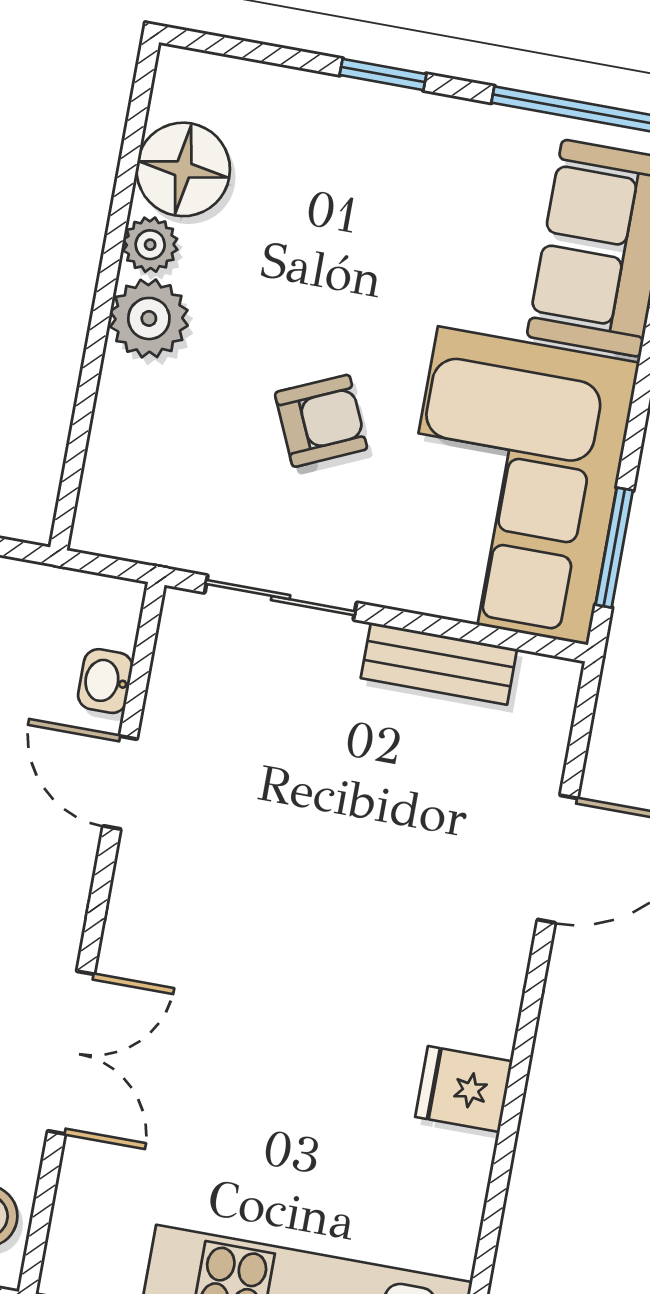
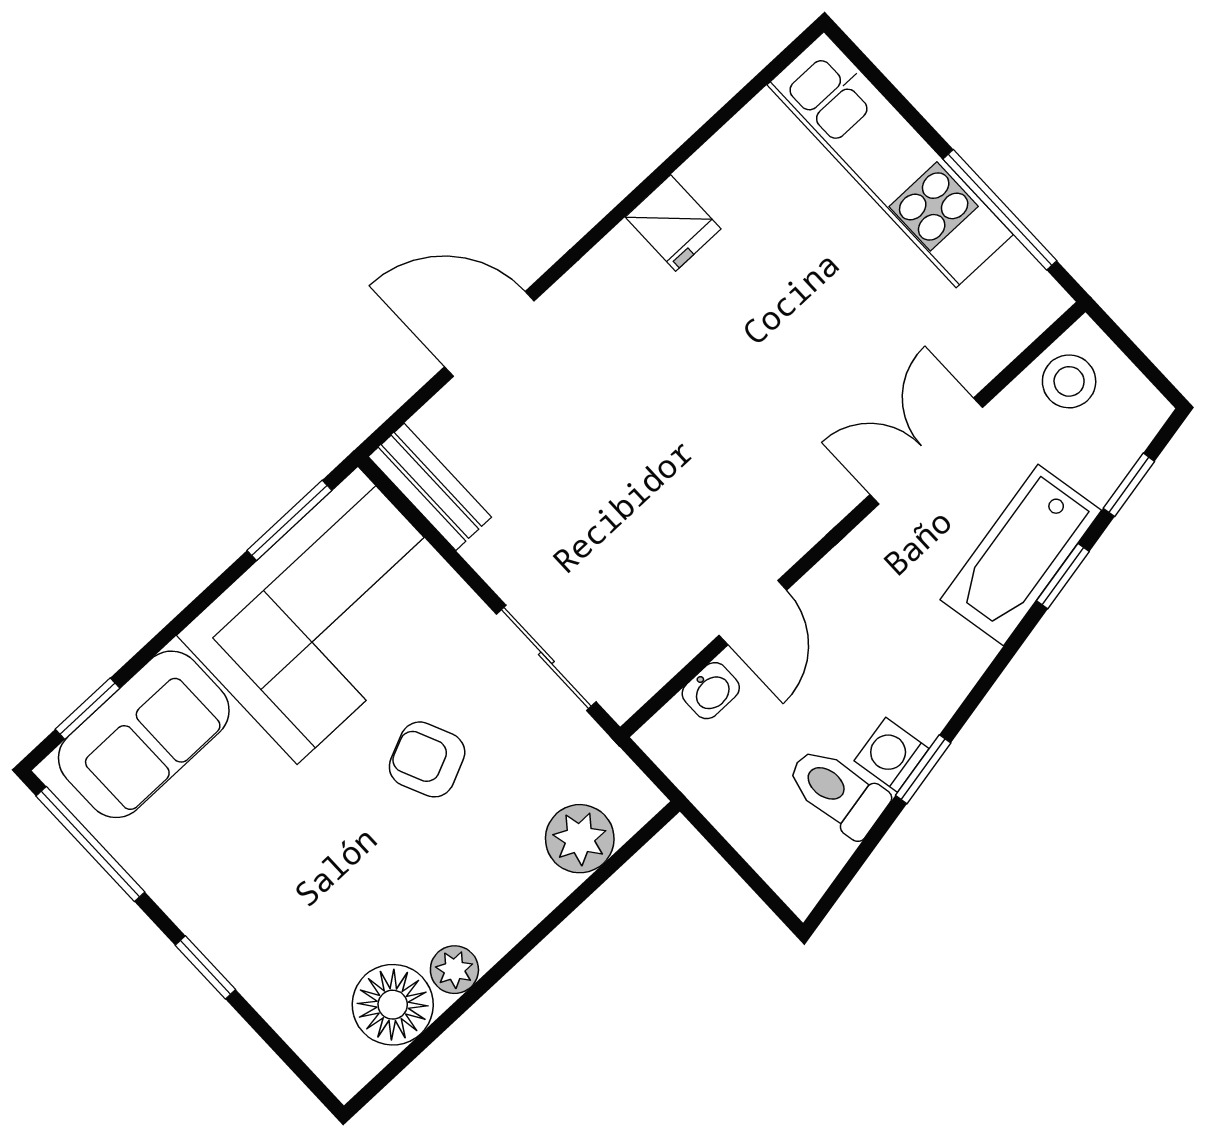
plant: (149, 318) -> (580, 839), moved
bench: (439, 664) -> (430, 487), moved

